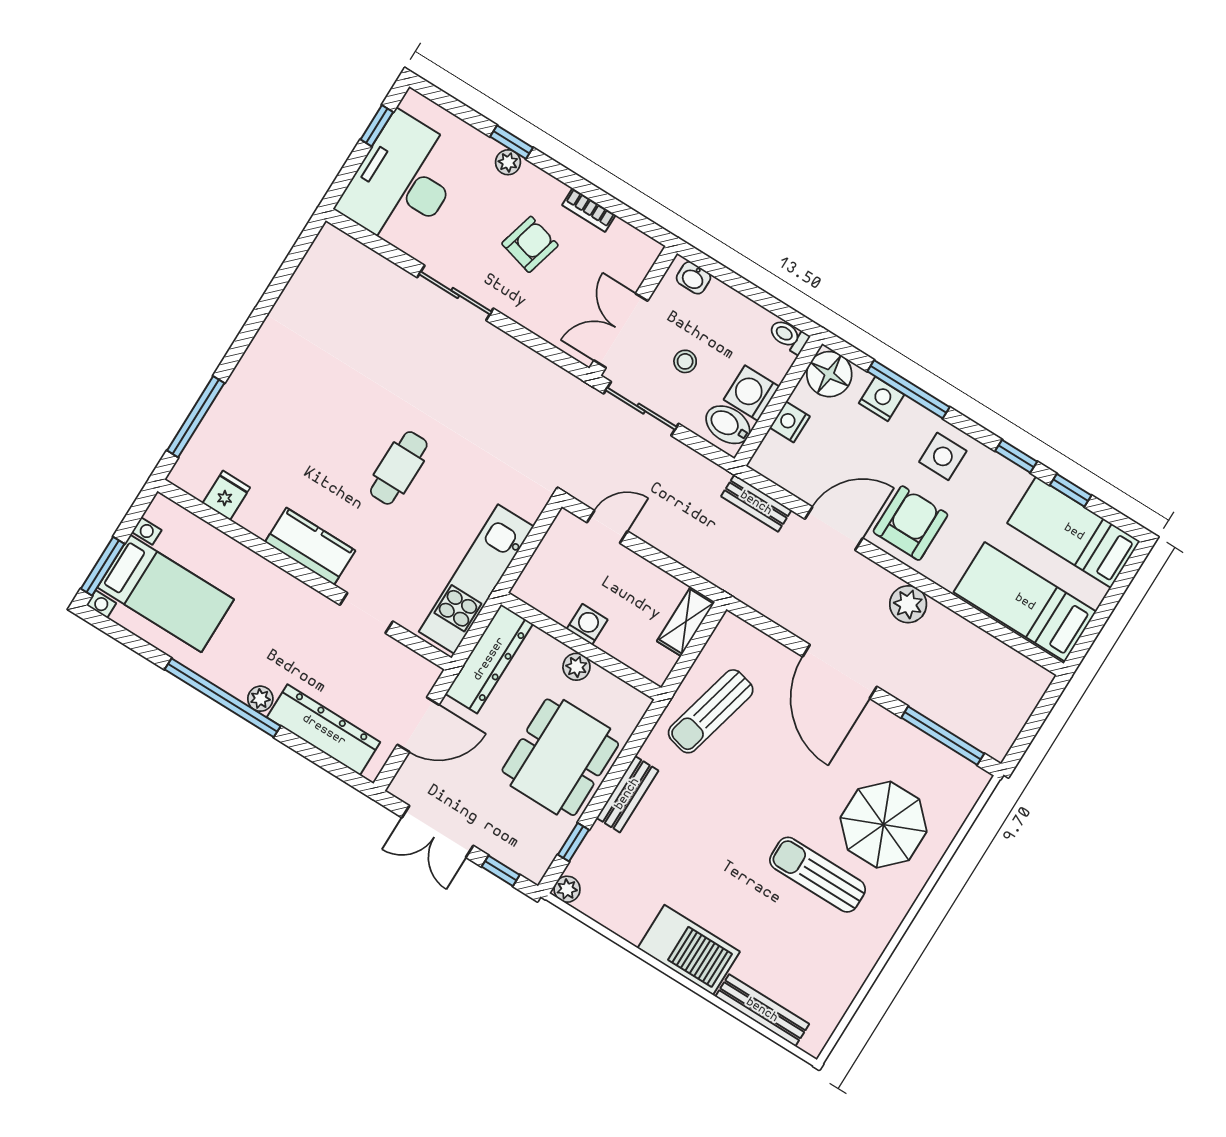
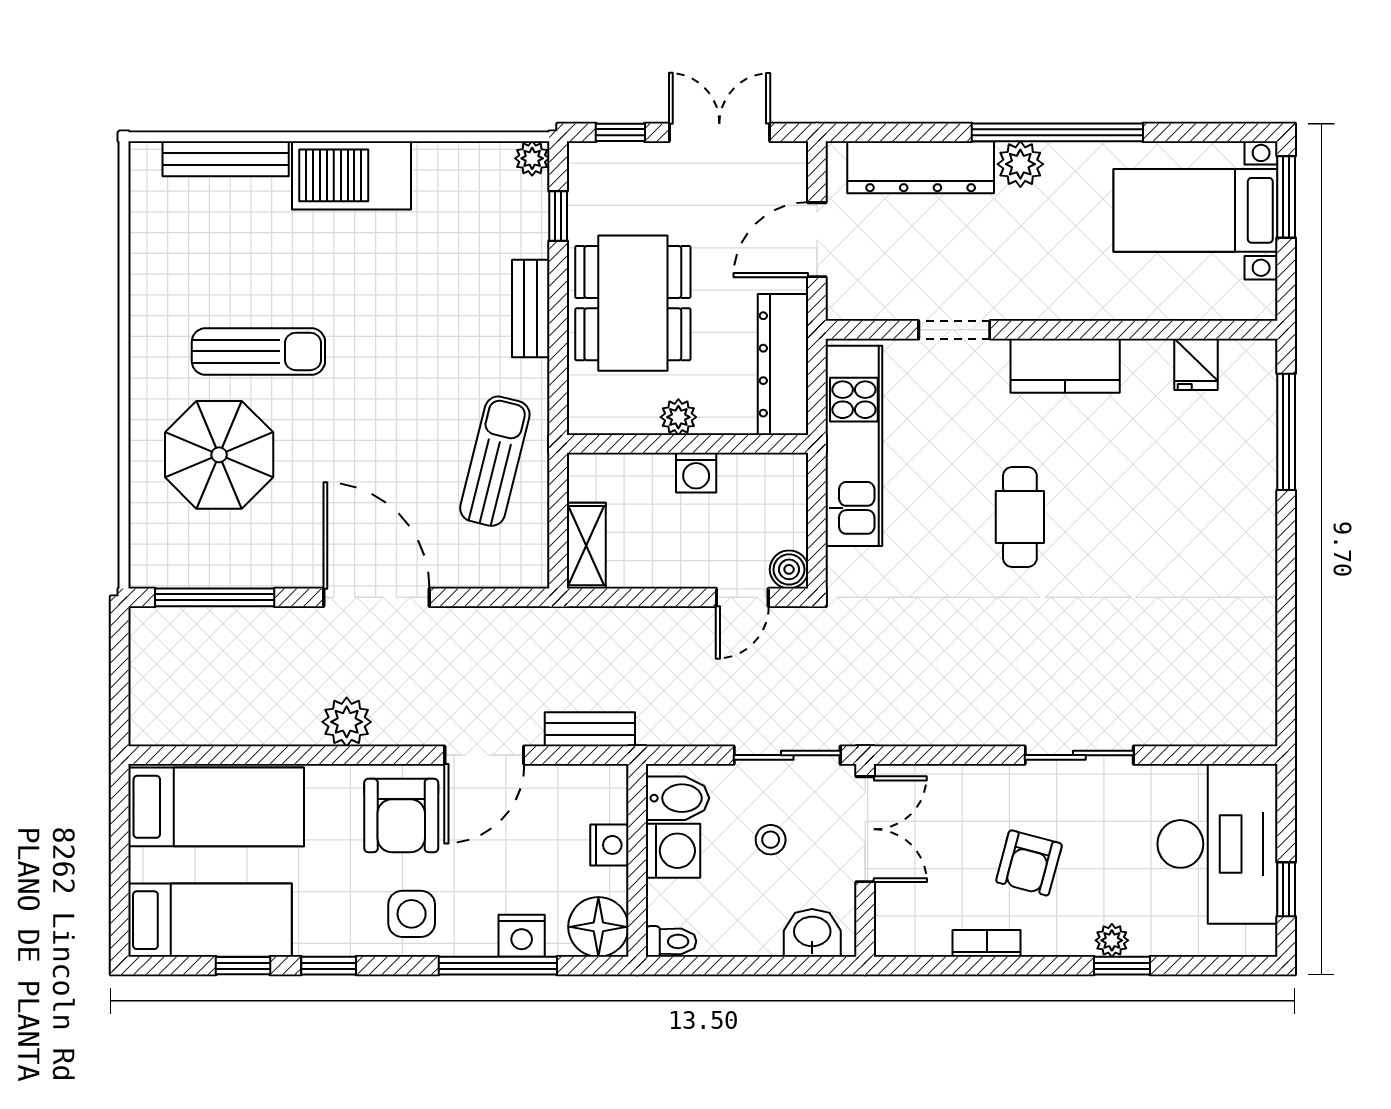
washbasin: (693, 278) -> (812, 933), width x1.38, depth x1.45
boiler: (566, 526) -> (789, 569), added
plant: (260, 699) -> (1020, 164), width x1.38, depth x1.38

